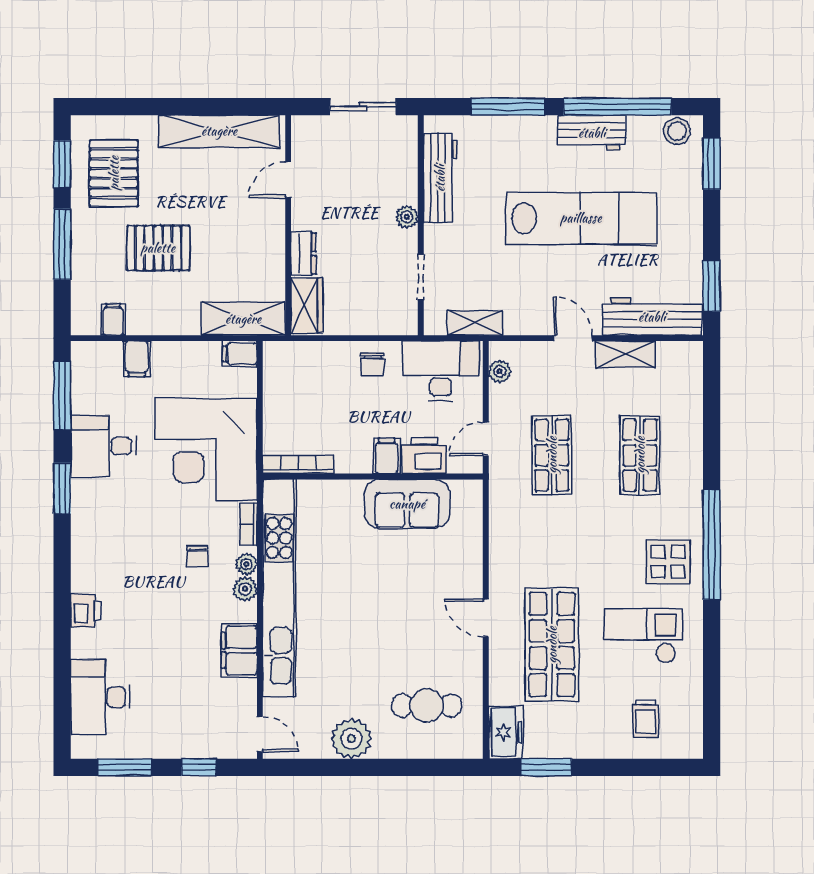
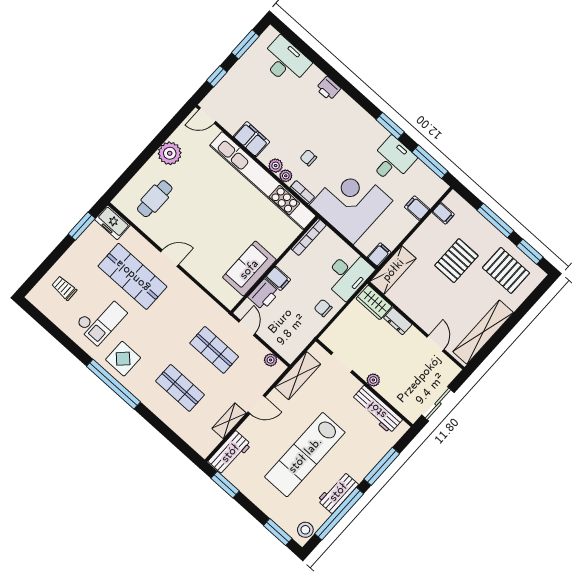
workbench: (652, 317) -> (230, 453), width x0.73
shelving: (475, 323) -> (298, 376), width x1.50, depth x1.33
desk: (440, 371) -> (348, 274), moved

